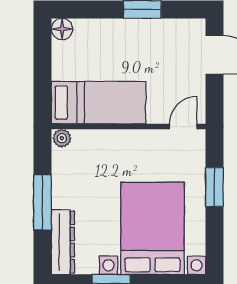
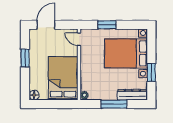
bed: (99, 103) -> (63, 78), width x1.50

